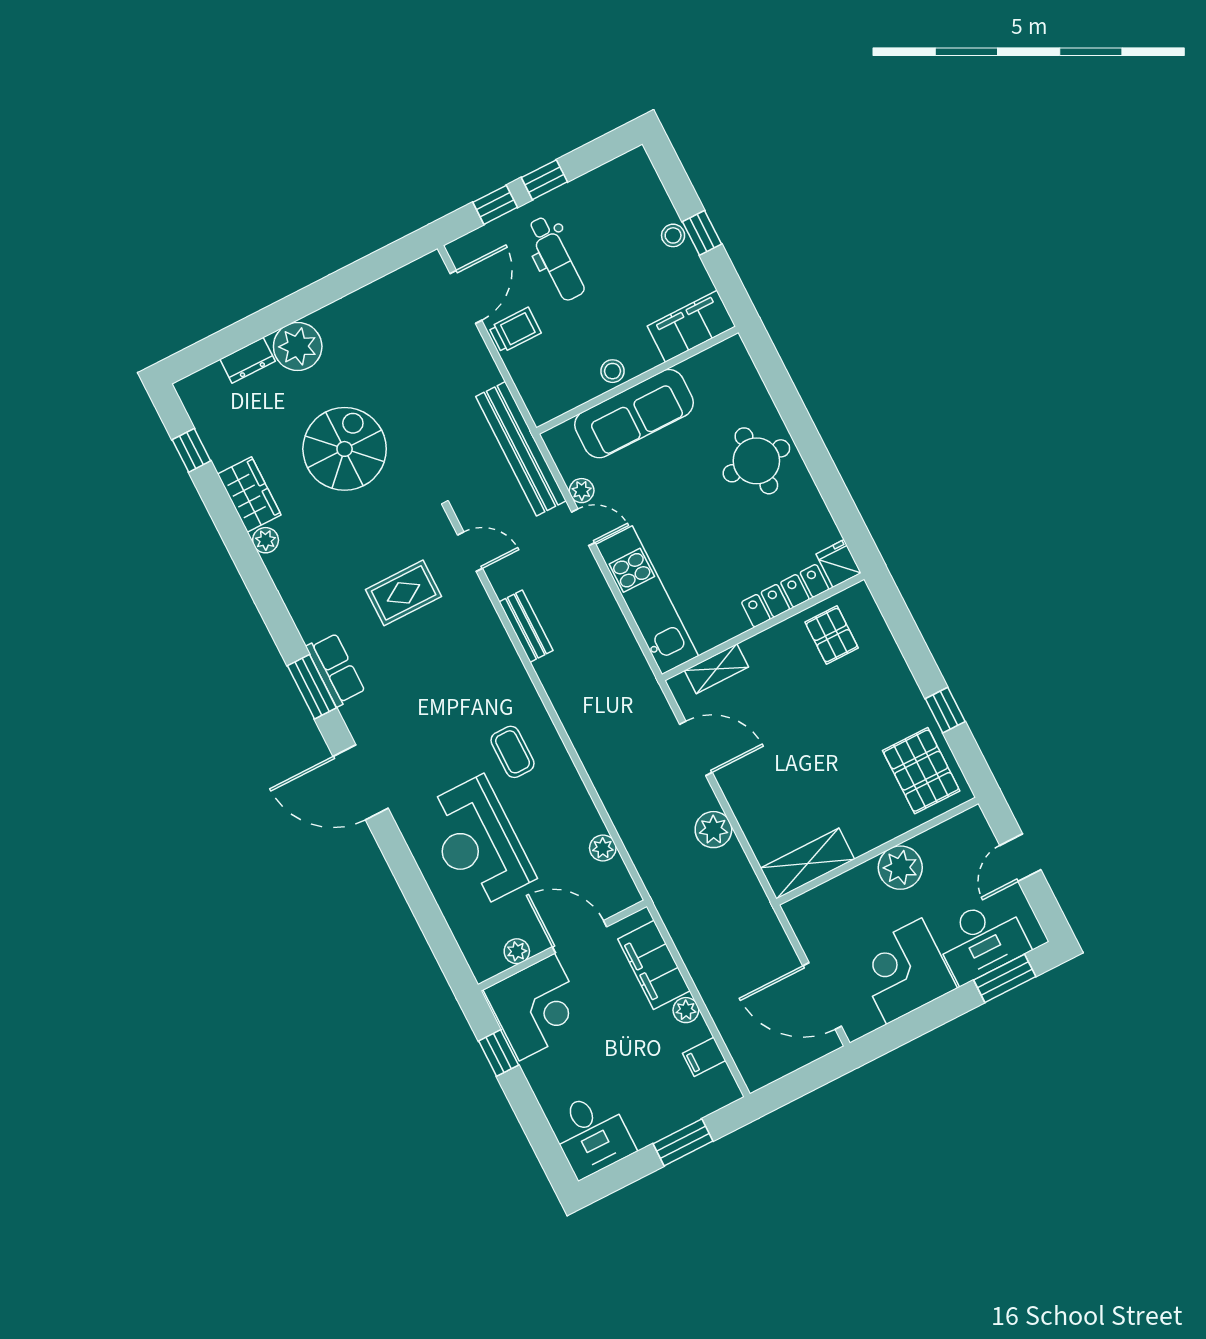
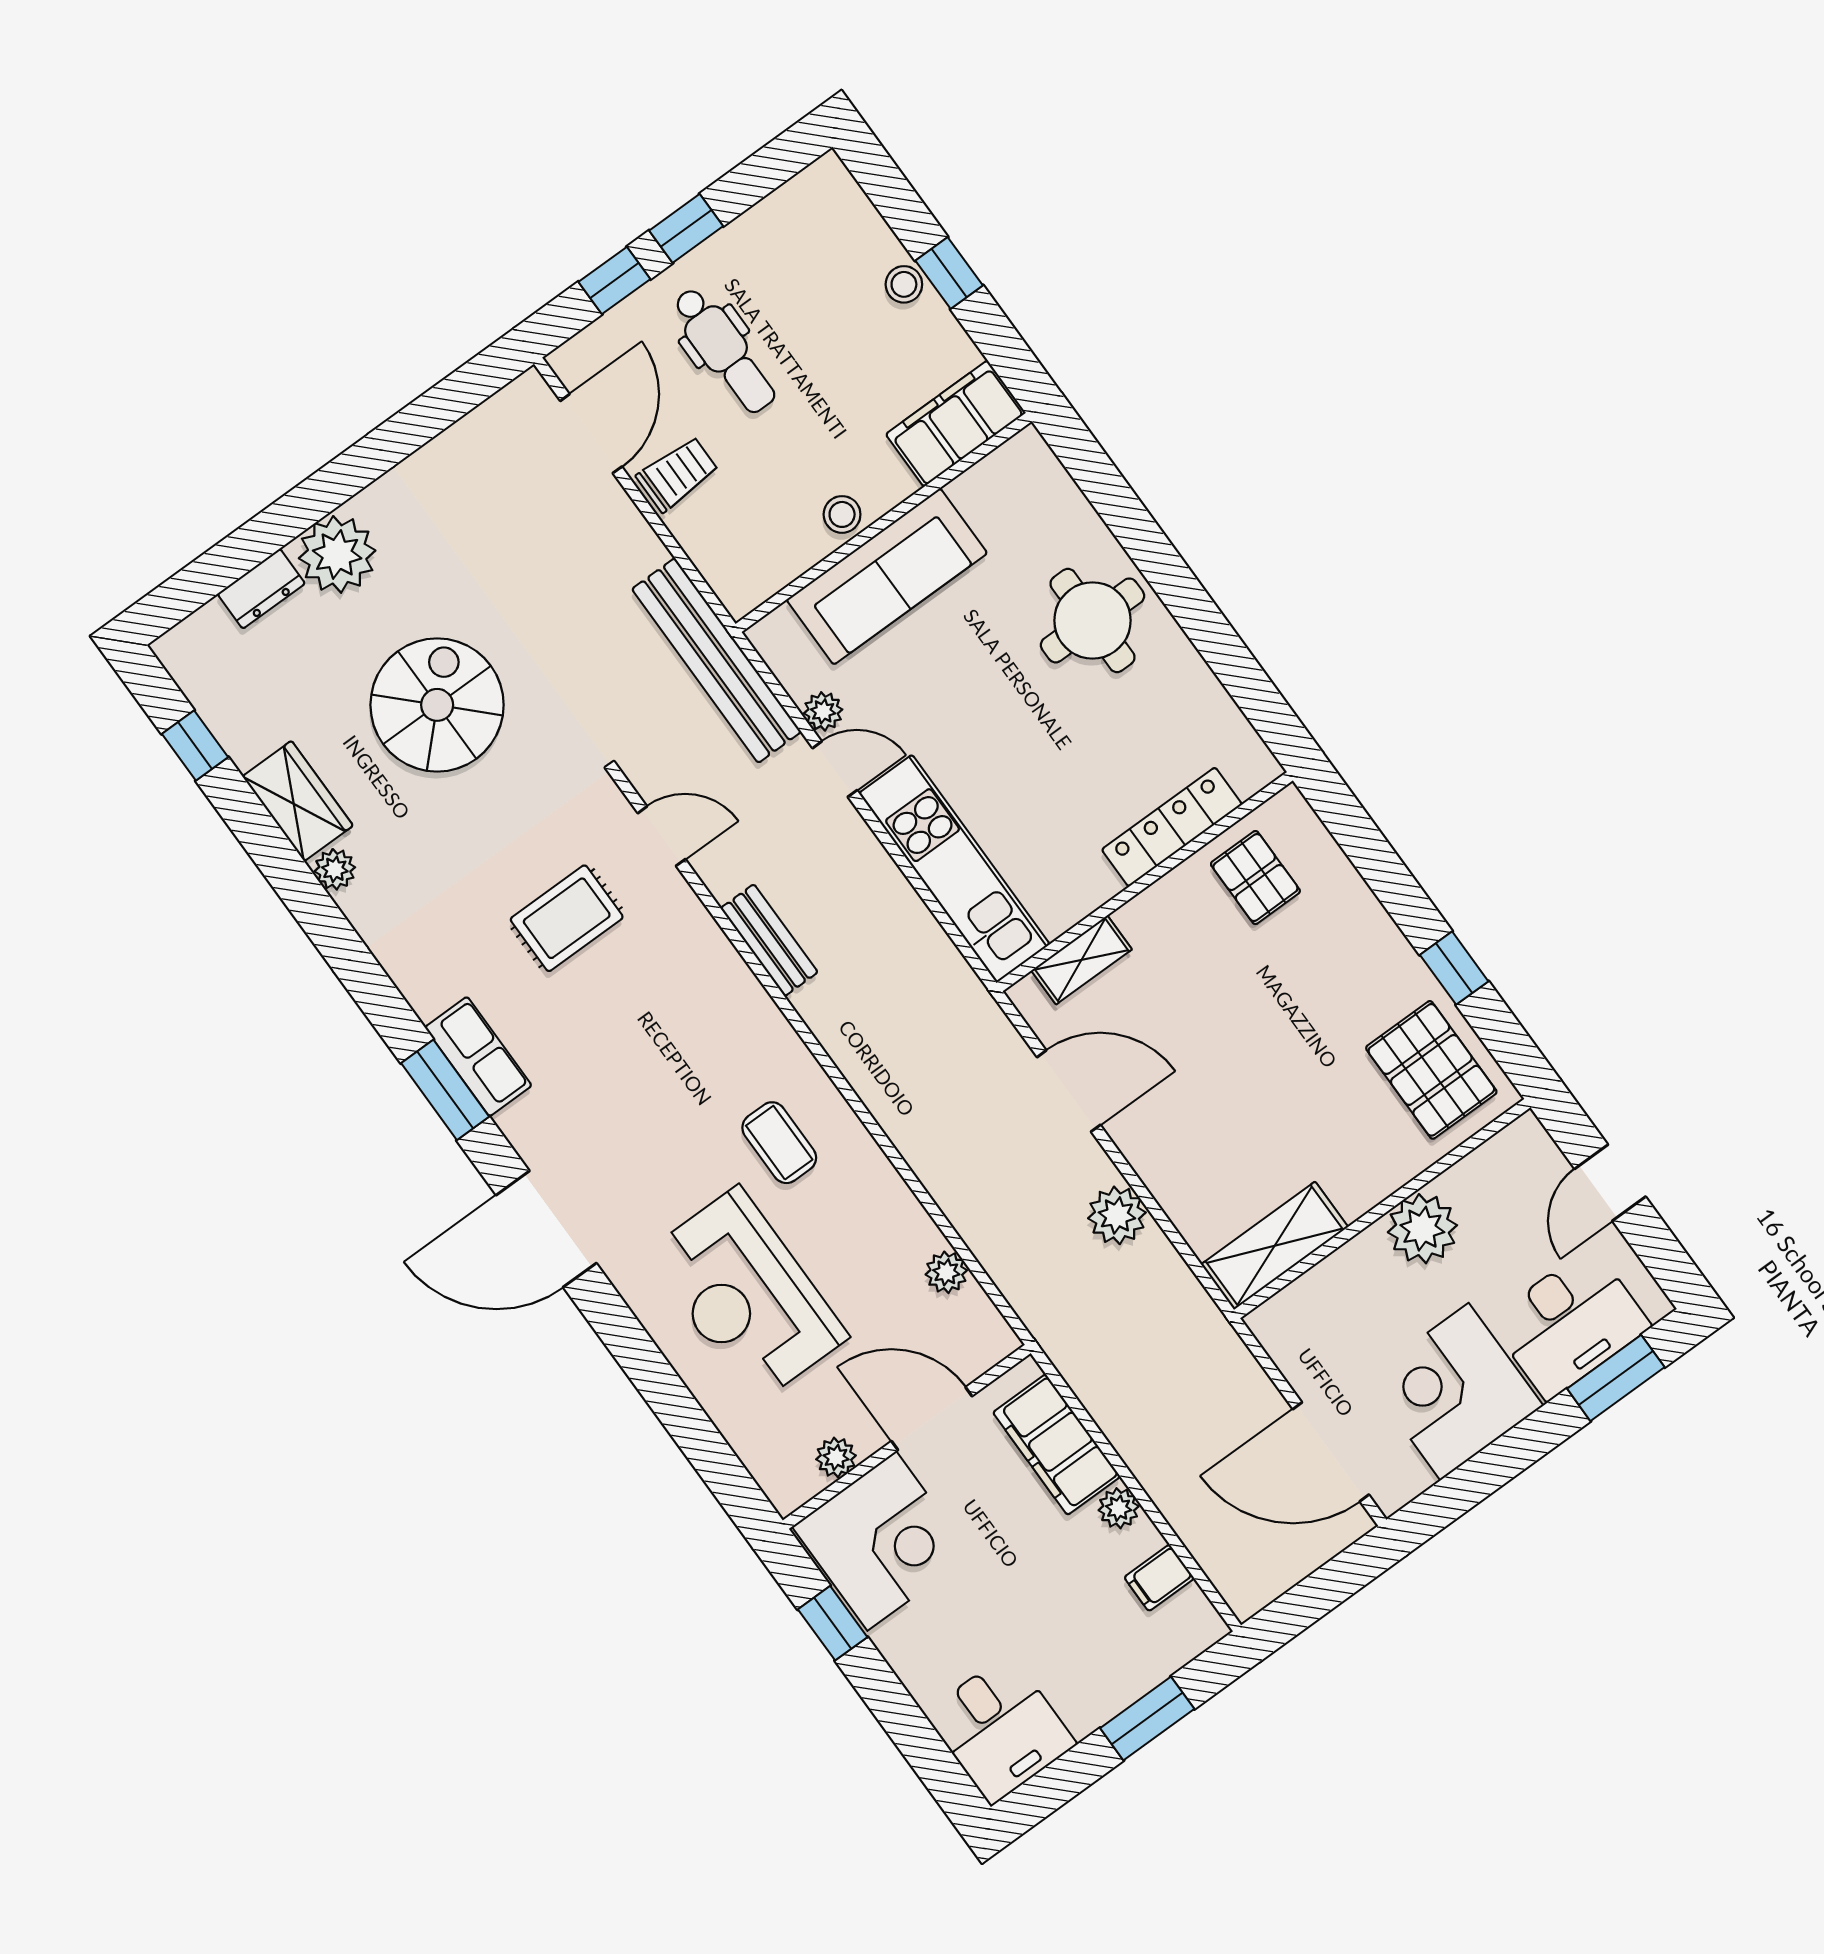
fridge: (839, 563) -> (1248, 762), removed

